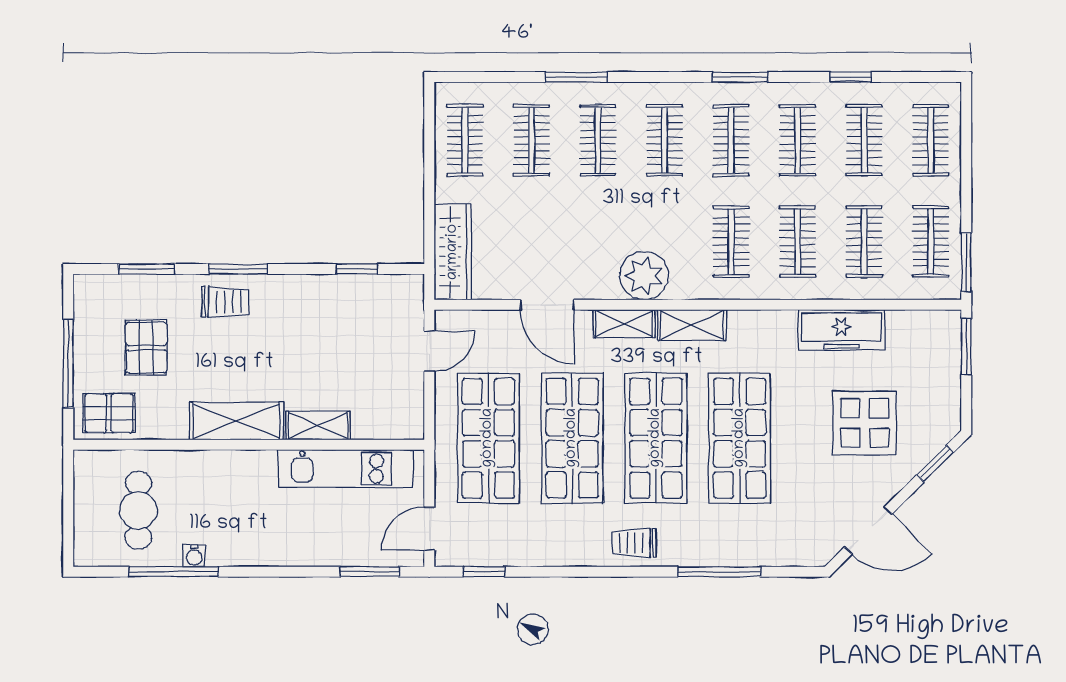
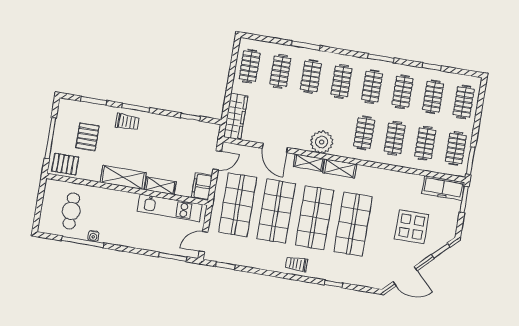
freezer: (841, 330) -> (443, 188), moved
filing cabinet: (406, 412) -> (202, 187), added
window: (719, 572) -> (333, 284), width x0.46

